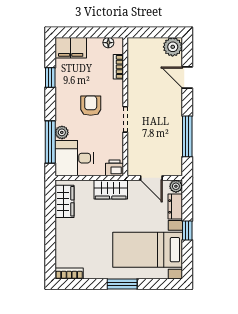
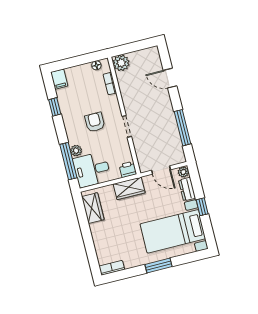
plant: (173, 47) -> (121, 63), moved
filing cabinet: (71, 48) -> (59, 79), width x0.50

